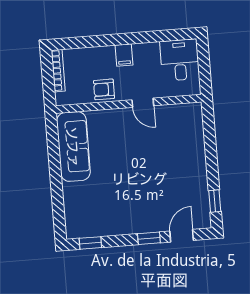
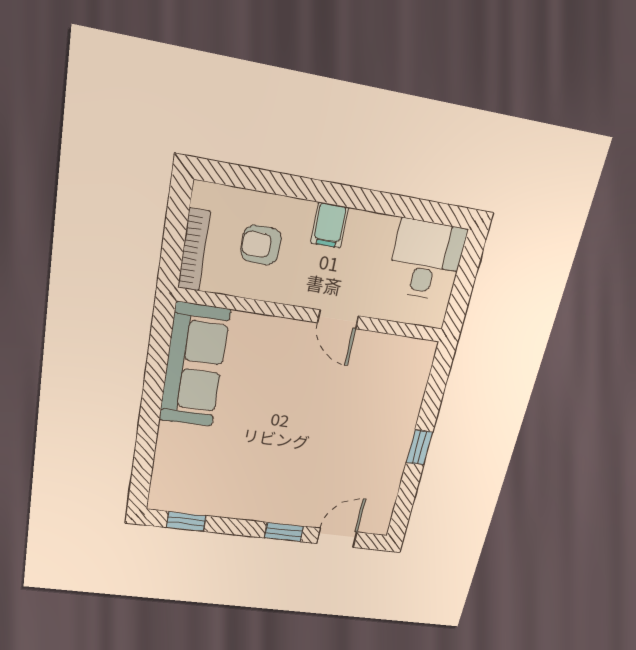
bookcase: (58, 71) -> (194, 250), moved
armchair: (104, 89) -> (261, 245), moved
window: (215, 201) -> (419, 447), moved

